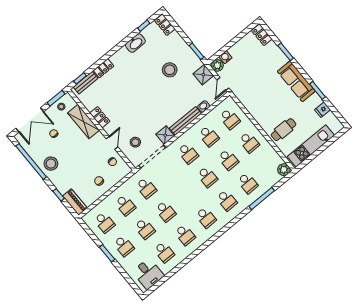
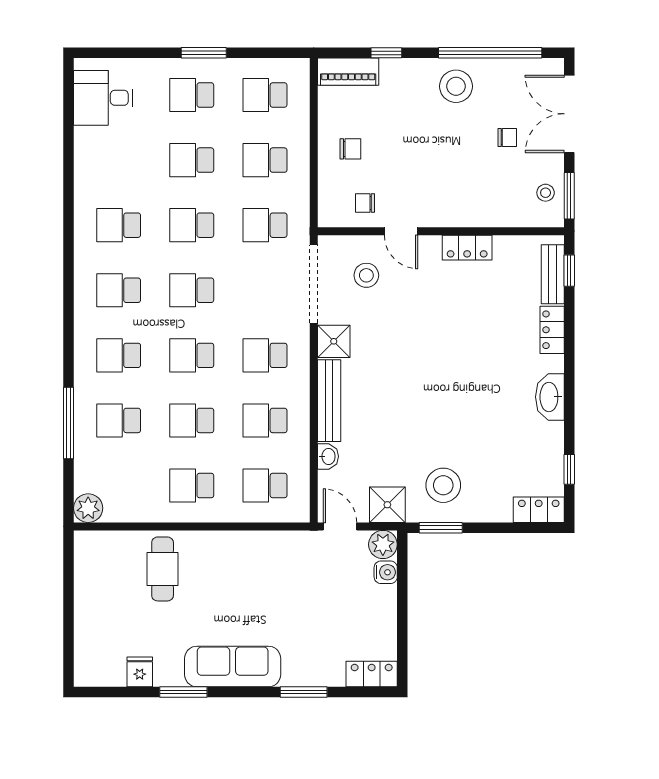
washbasin: (135, 43) -> (550, 397), moved
stool: (170, 70) -> (443, 485), moved
shelving: (84, 122) -> (484, 211), removed
kitchen unit: (311, 146) -> (91, 594), removed
school desk: (164, 252) -> (192, 290), moved

